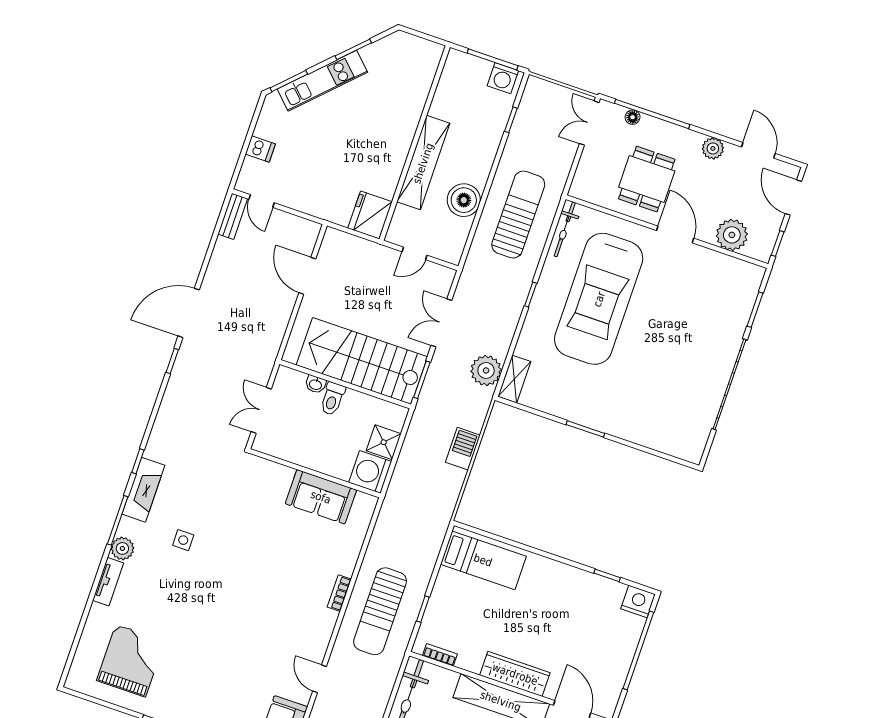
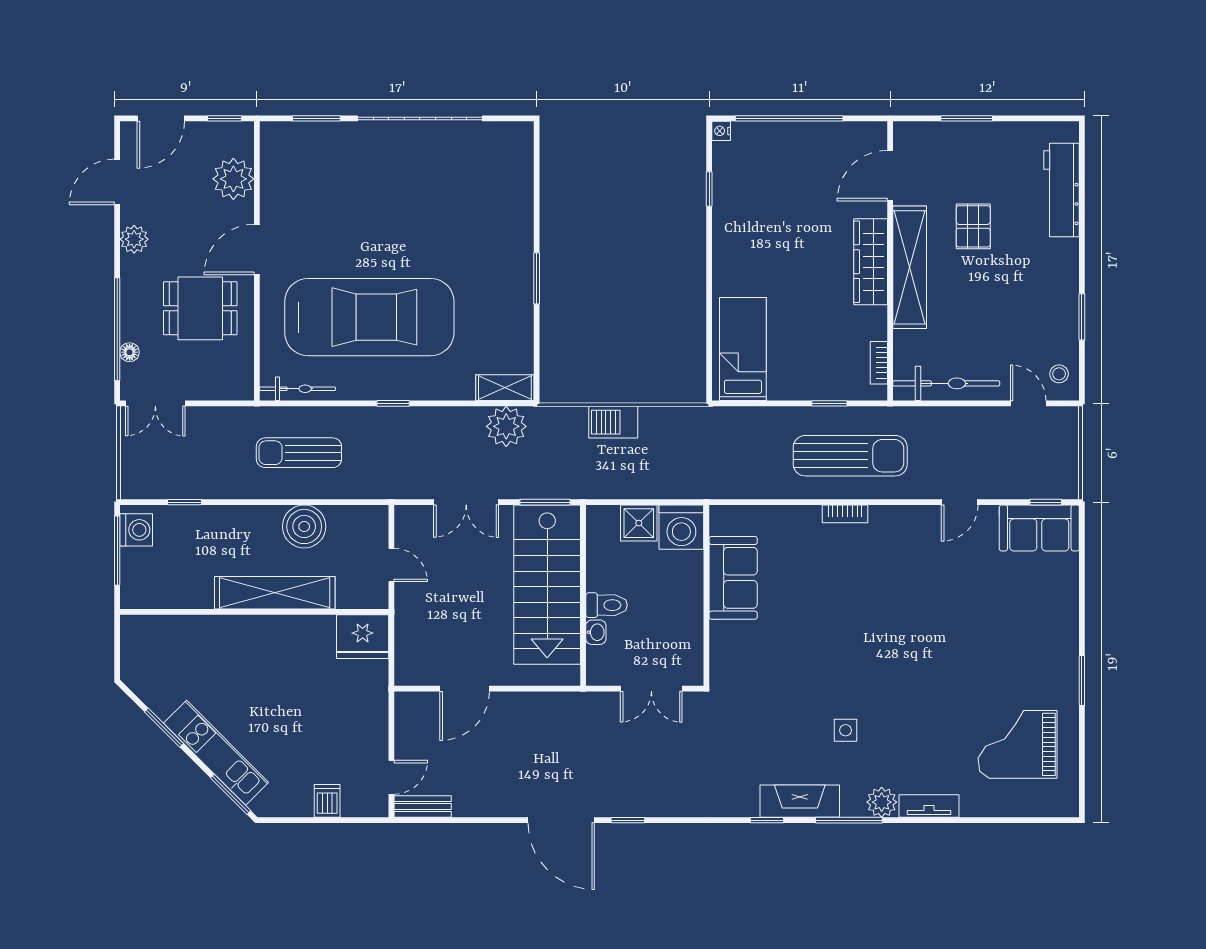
sun lounger: (518, 215) -> (299, 453), width x0.73, depth x0.75
nightstand: (638, 602) -> (721, 131), width x0.53, depth x0.56

